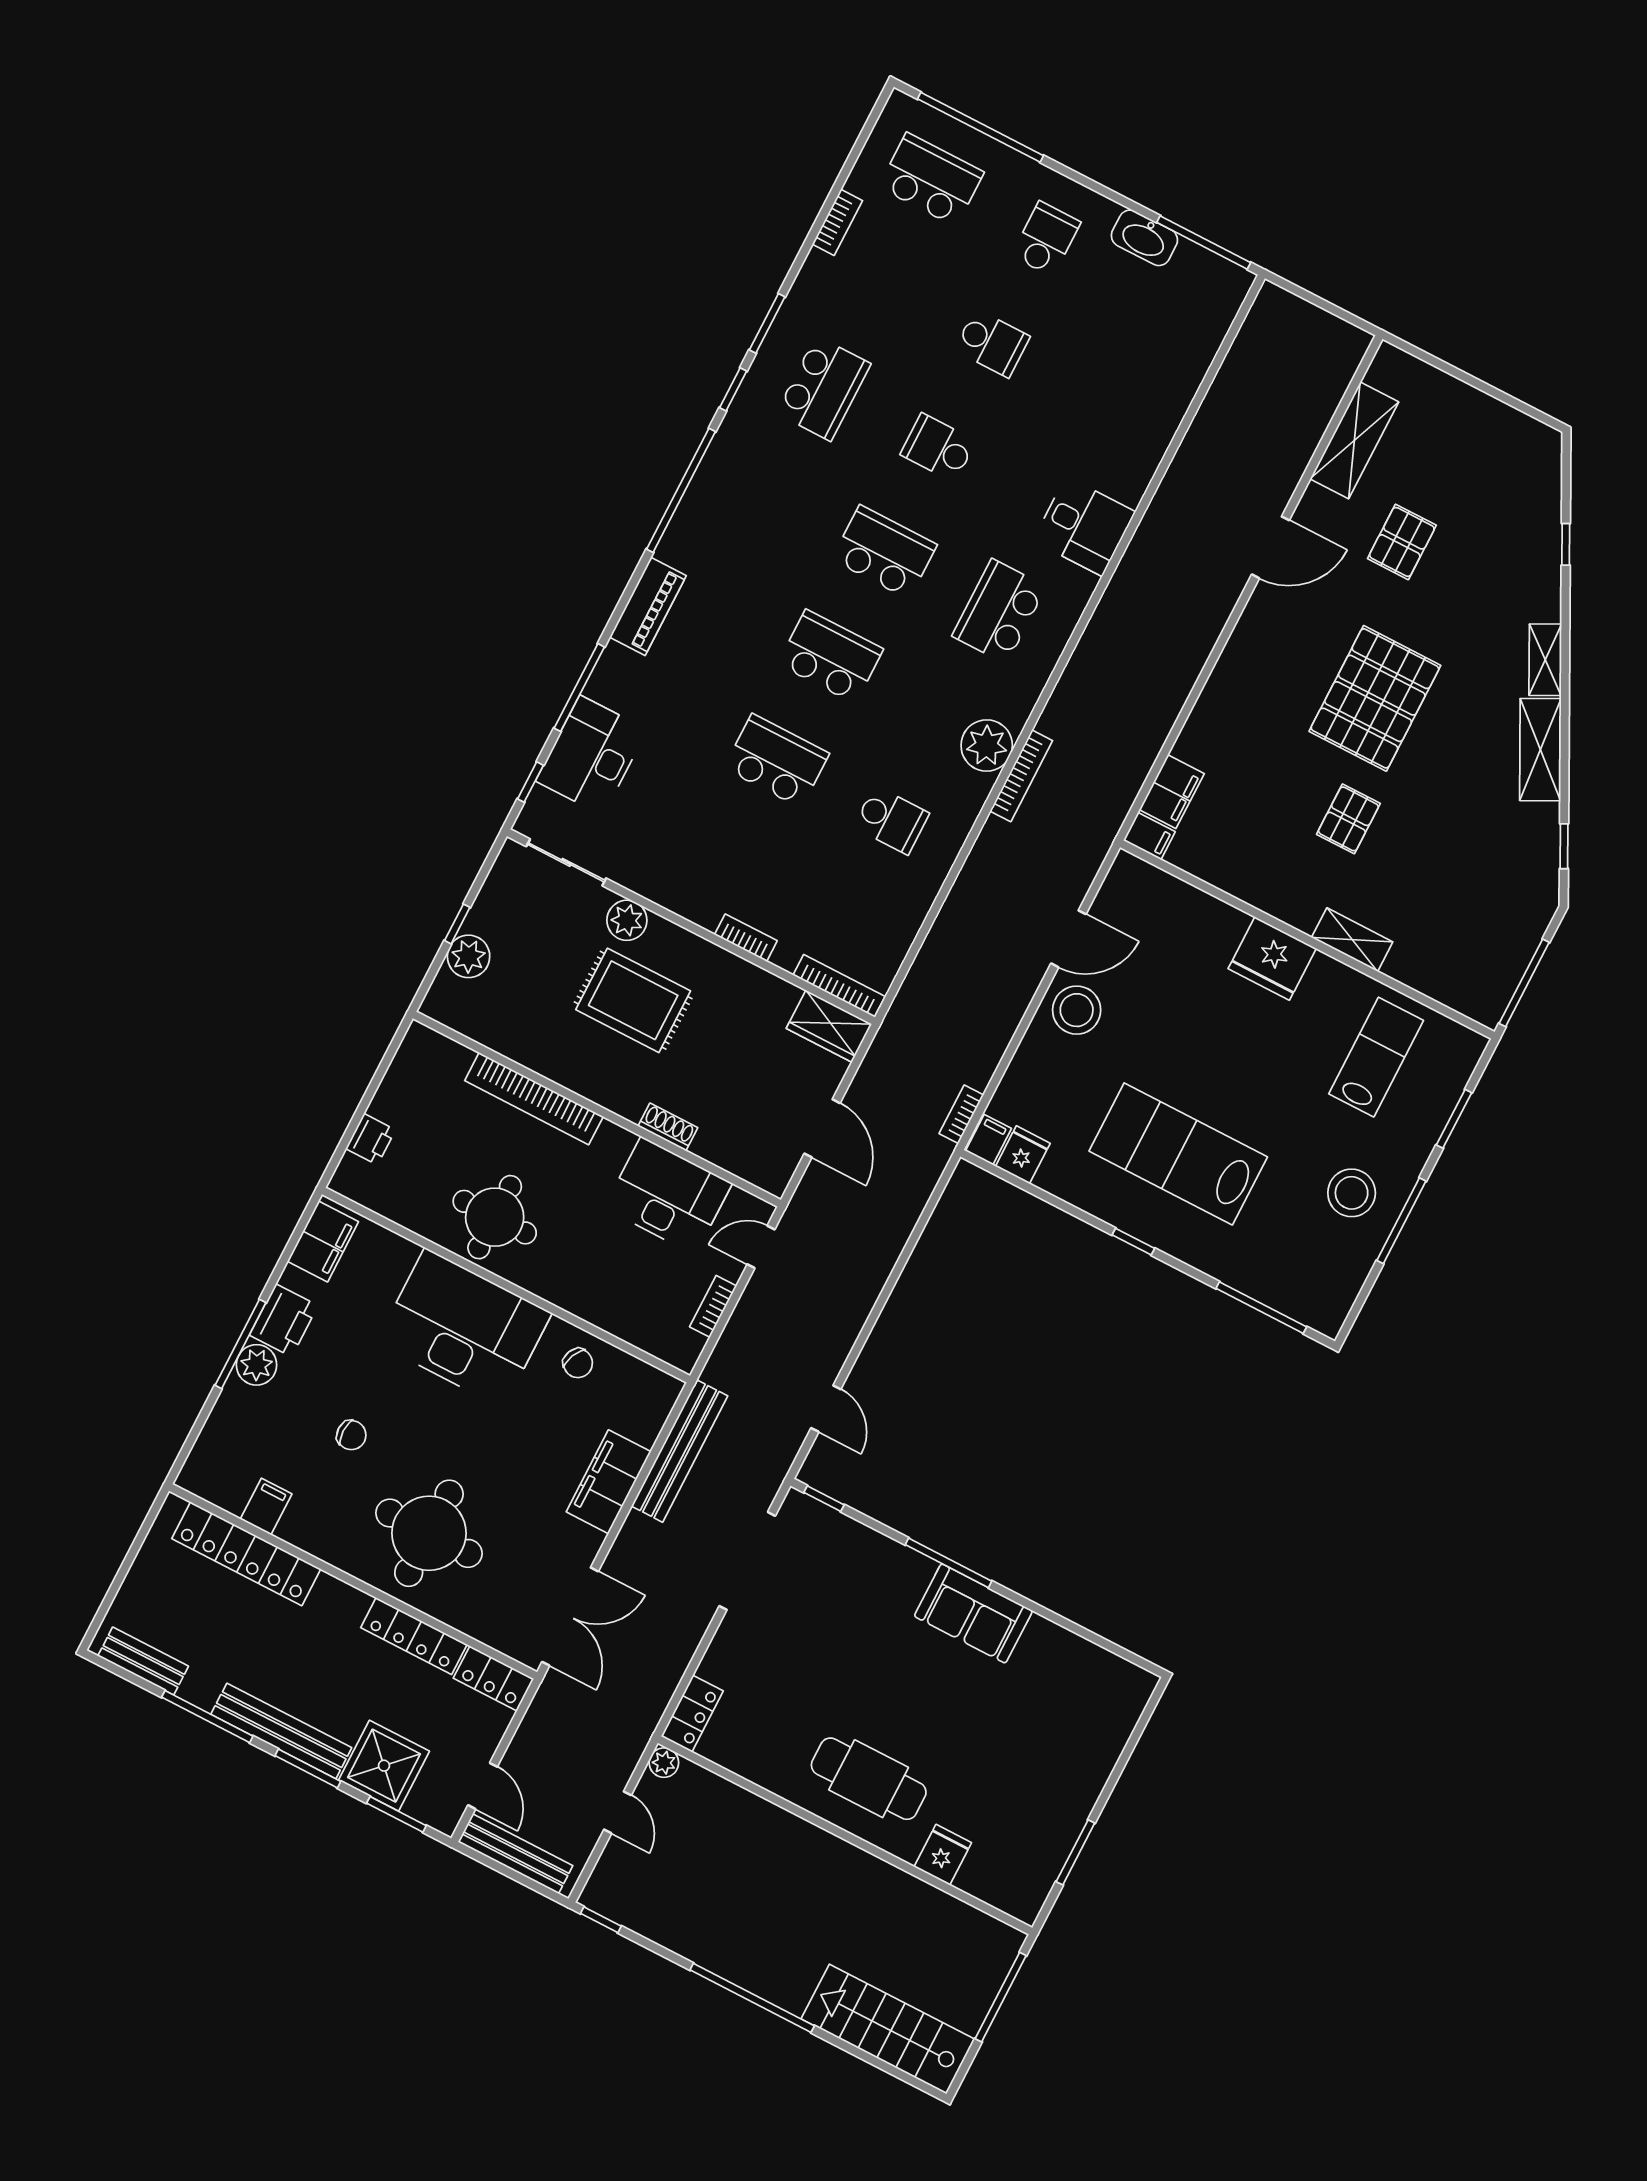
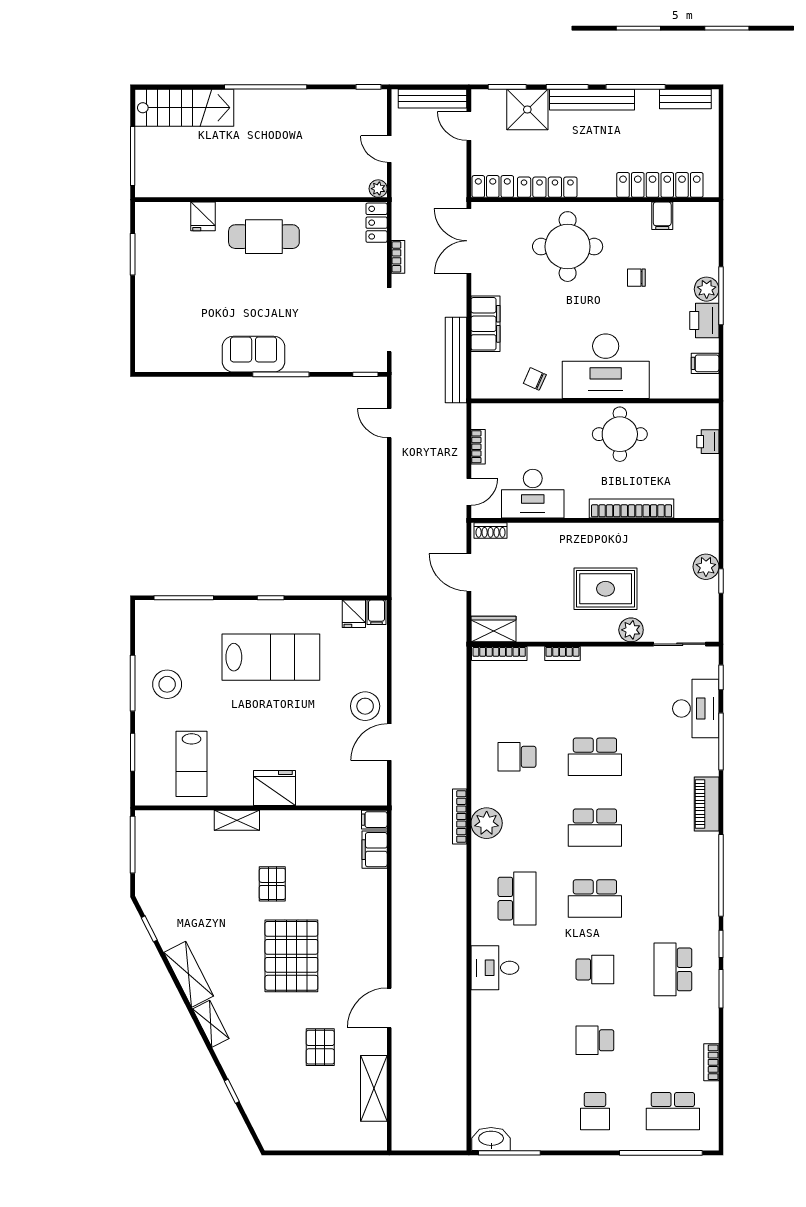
washbasin: (1144, 238) -> (491, 1139), moved
bookcase: (961, 1114) -> (398, 257), moved
shoe rack: (668, 1127) -> (491, 530), moved
filing cabinet: (323, 1241) -> (705, 363), width x0.50

